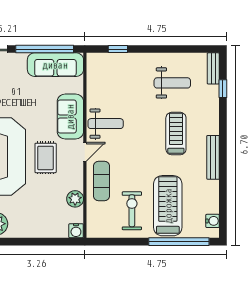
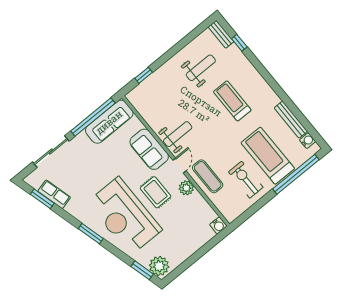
bench: (213, 157) -> (291, 120), moved
plant: (75, 199) -> (186, 188), moved

